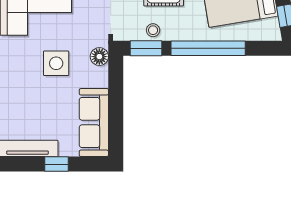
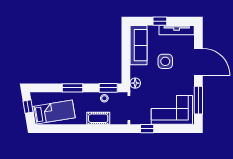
window: (208, 48) -> (73, 88), width x0.47
side table: (56, 63) -> (165, 61), moved

